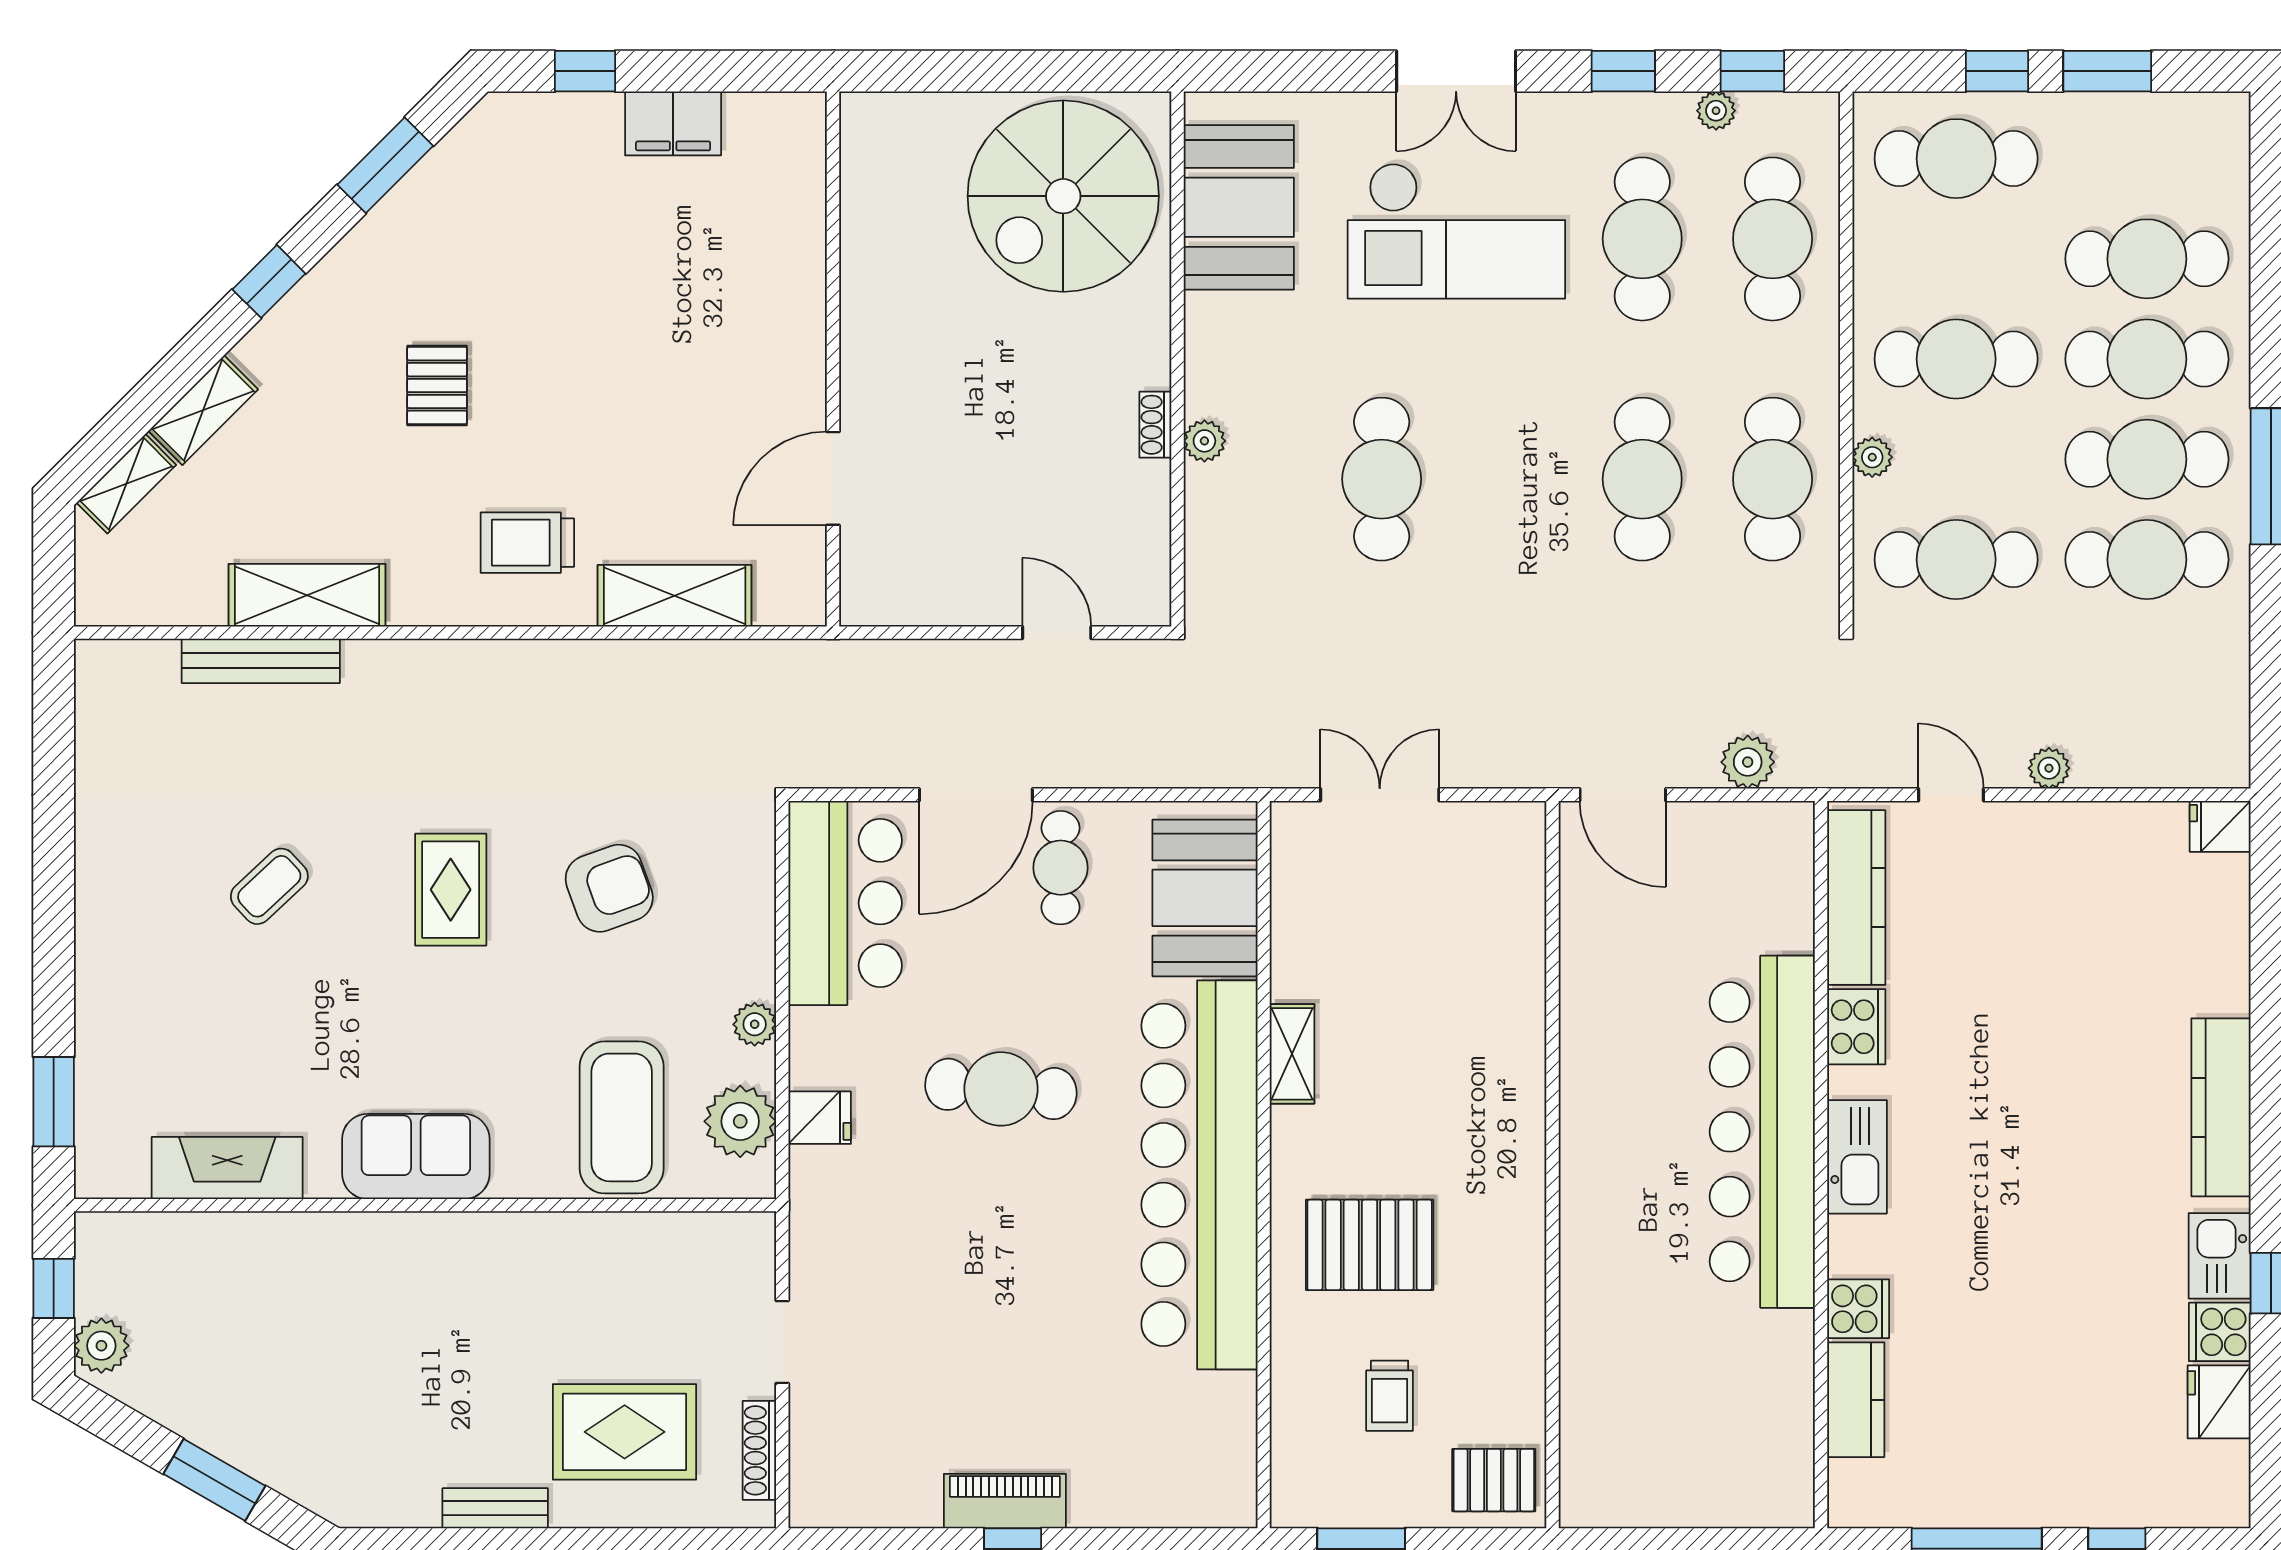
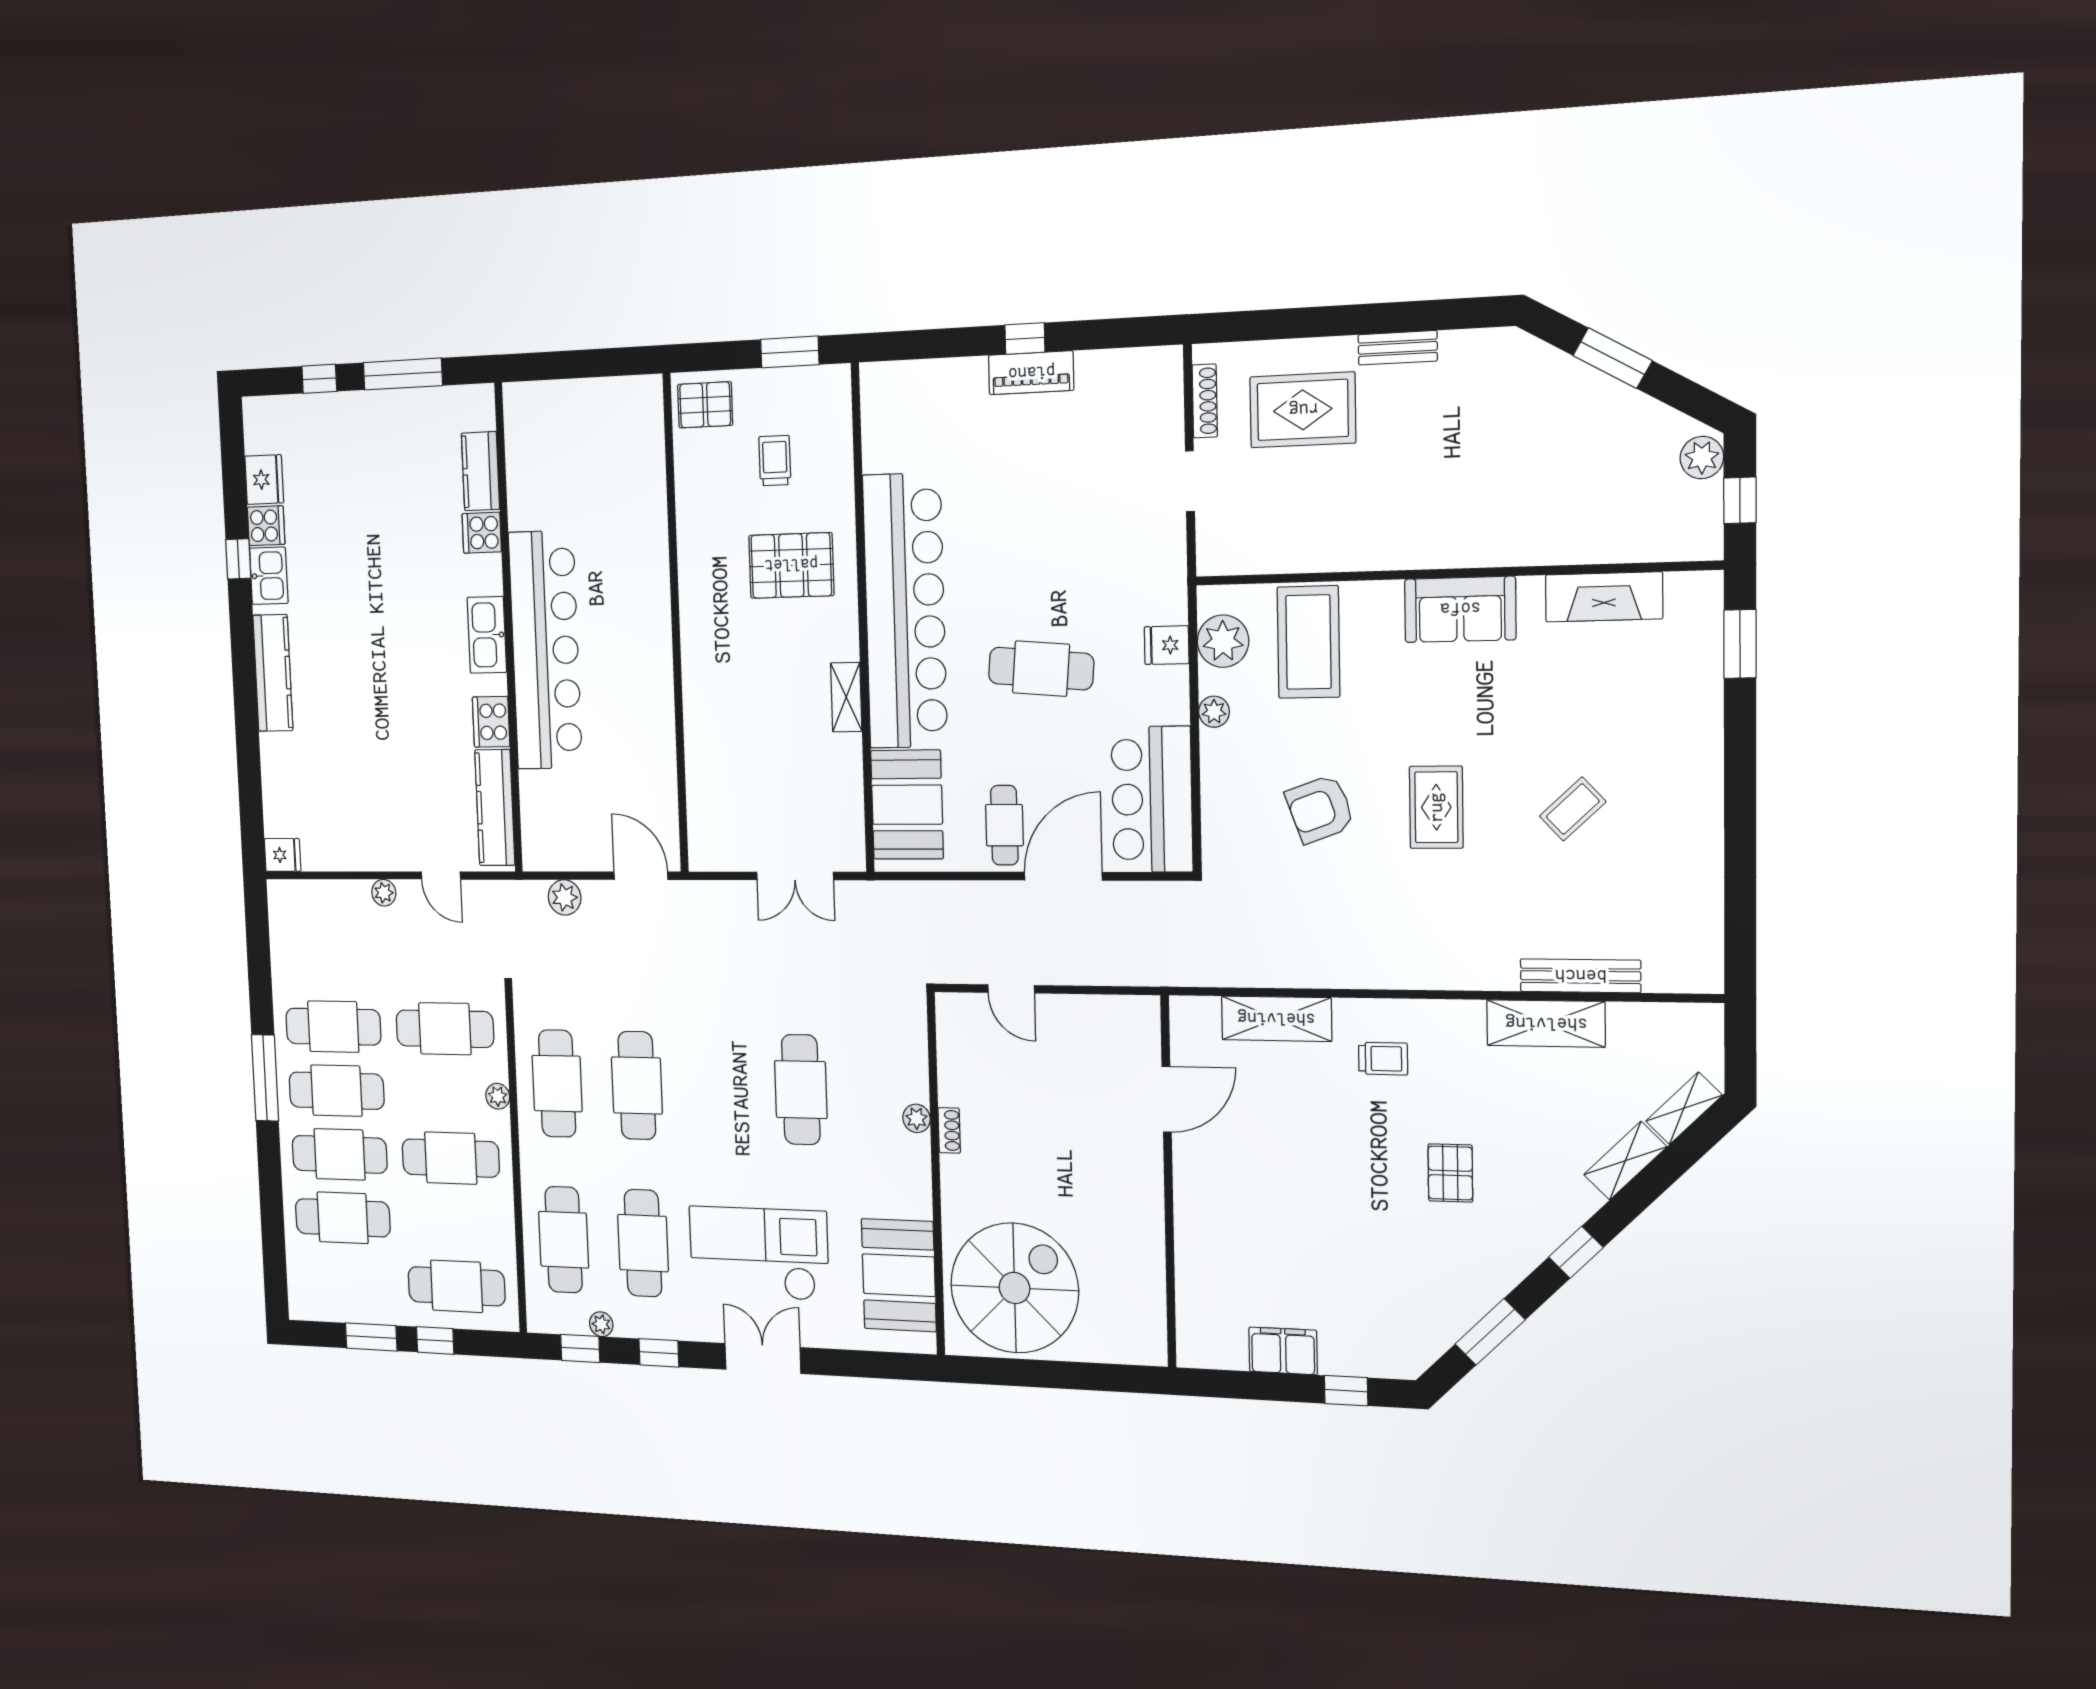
trolley: (527, 543) -> (1383, 1059), width x0.73, depth x0.72

